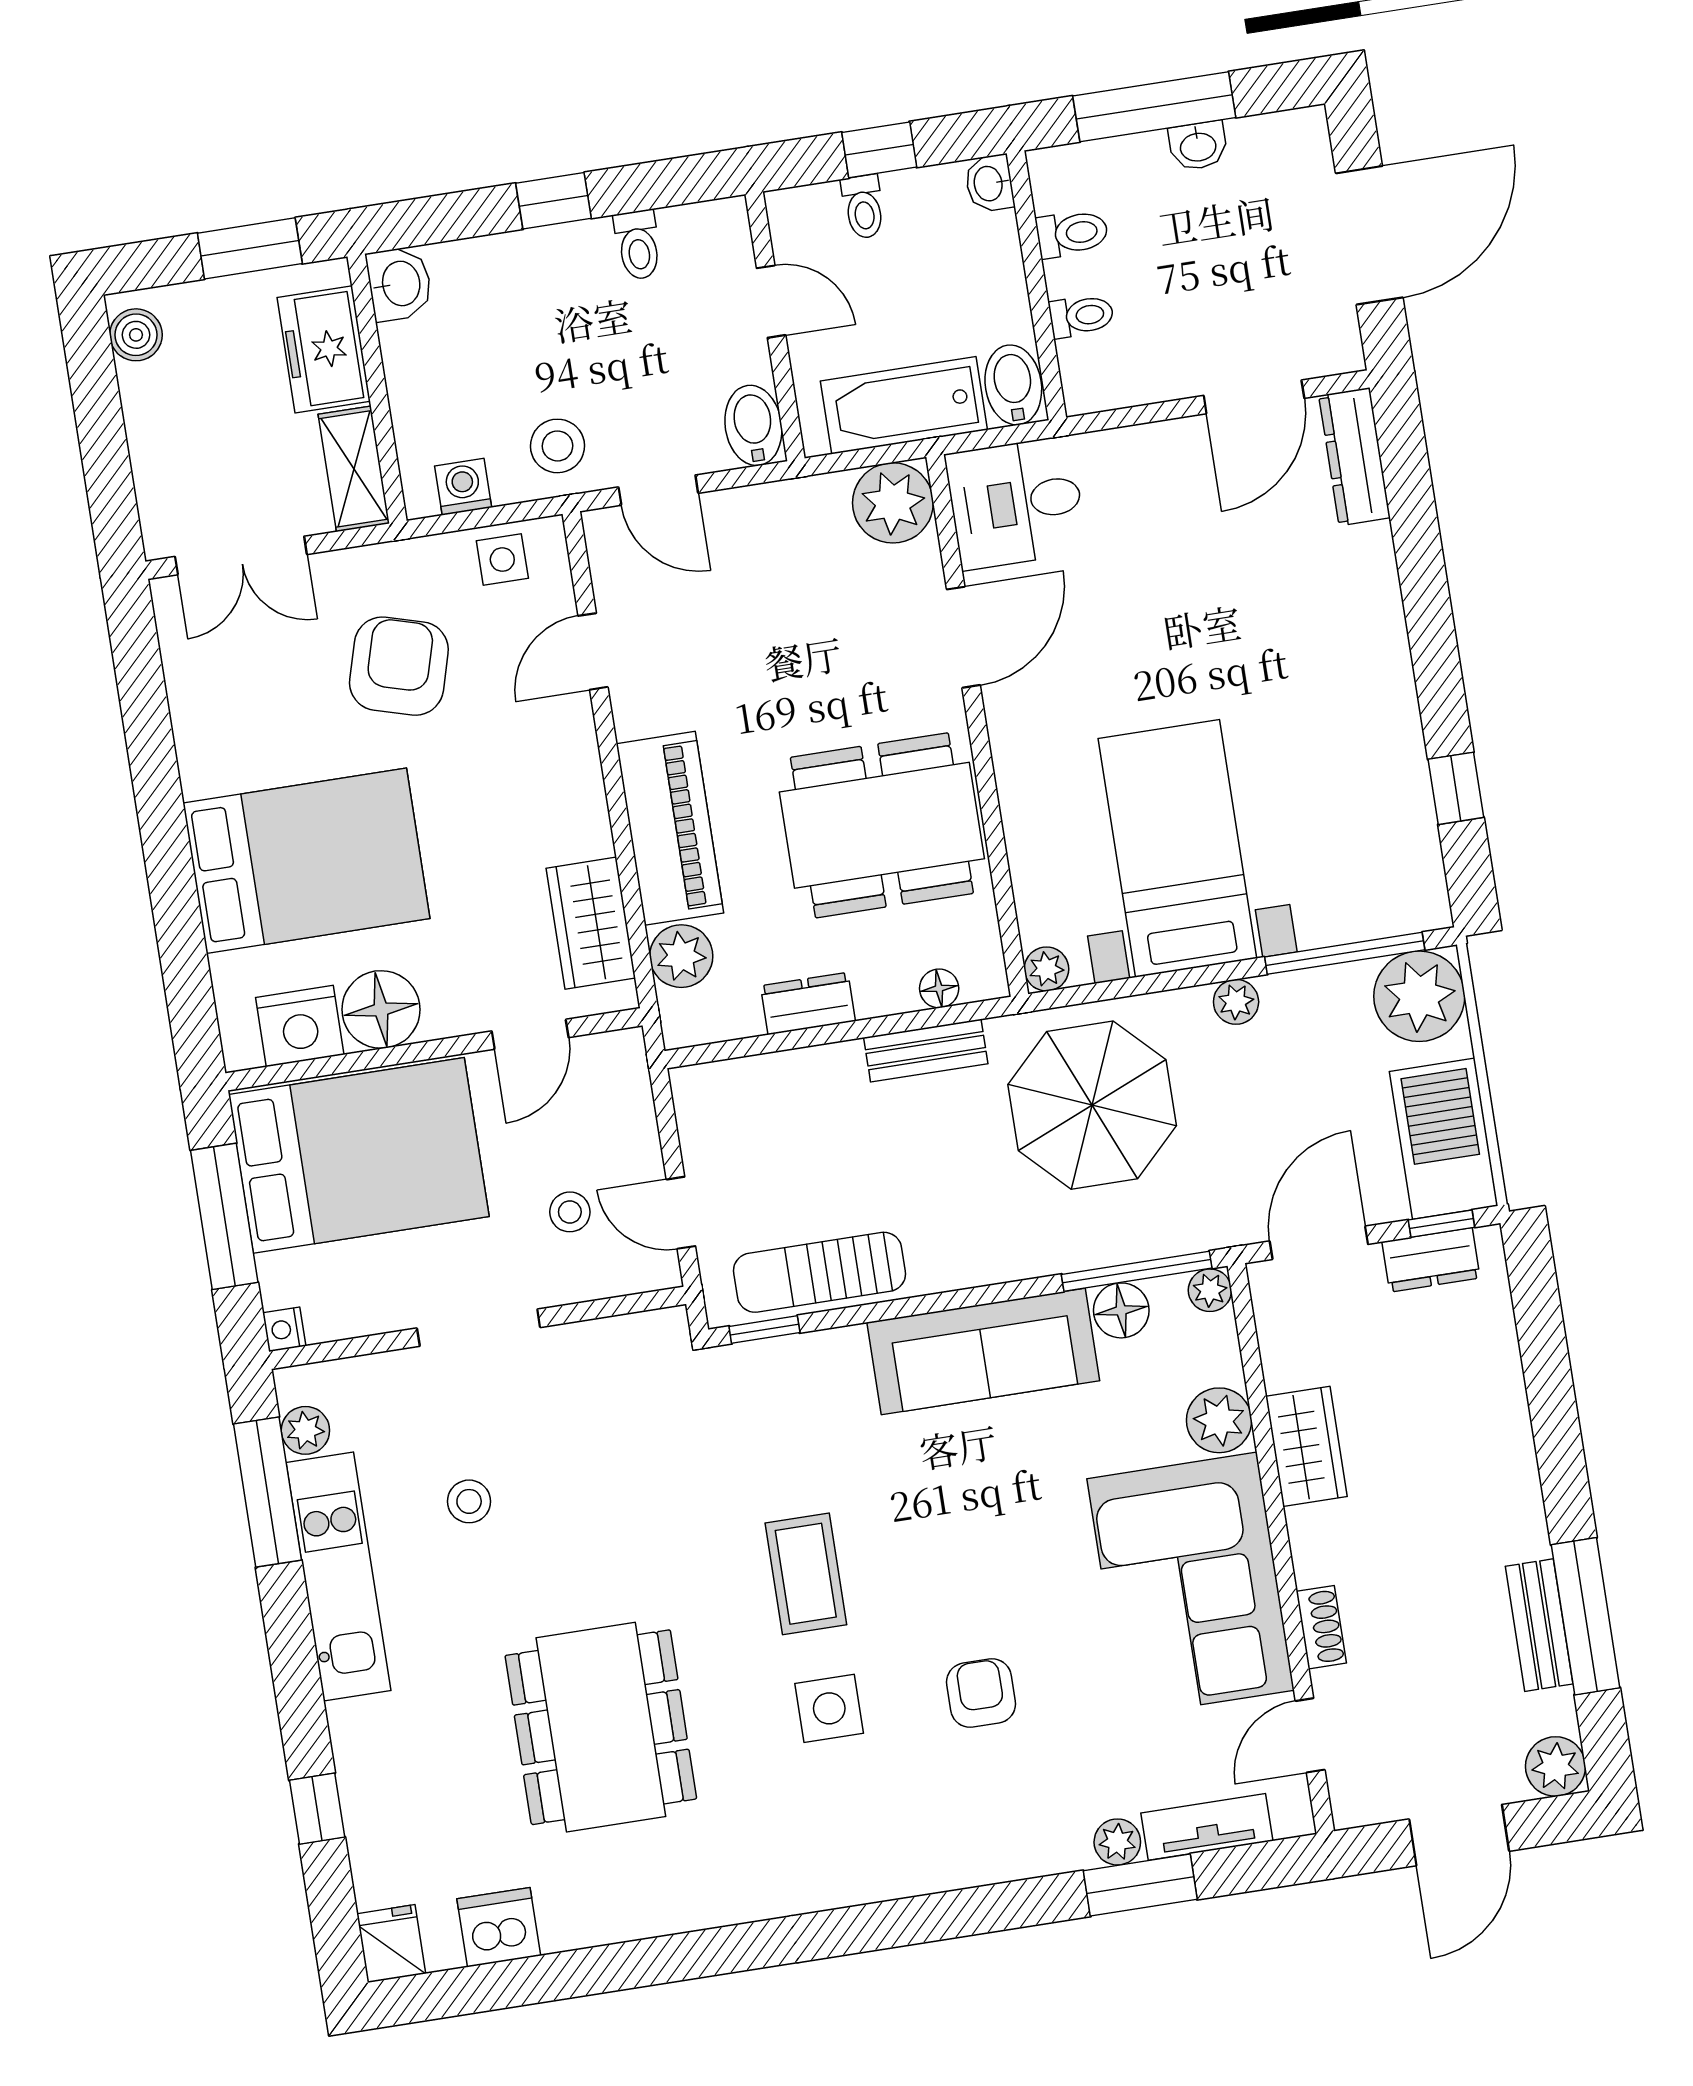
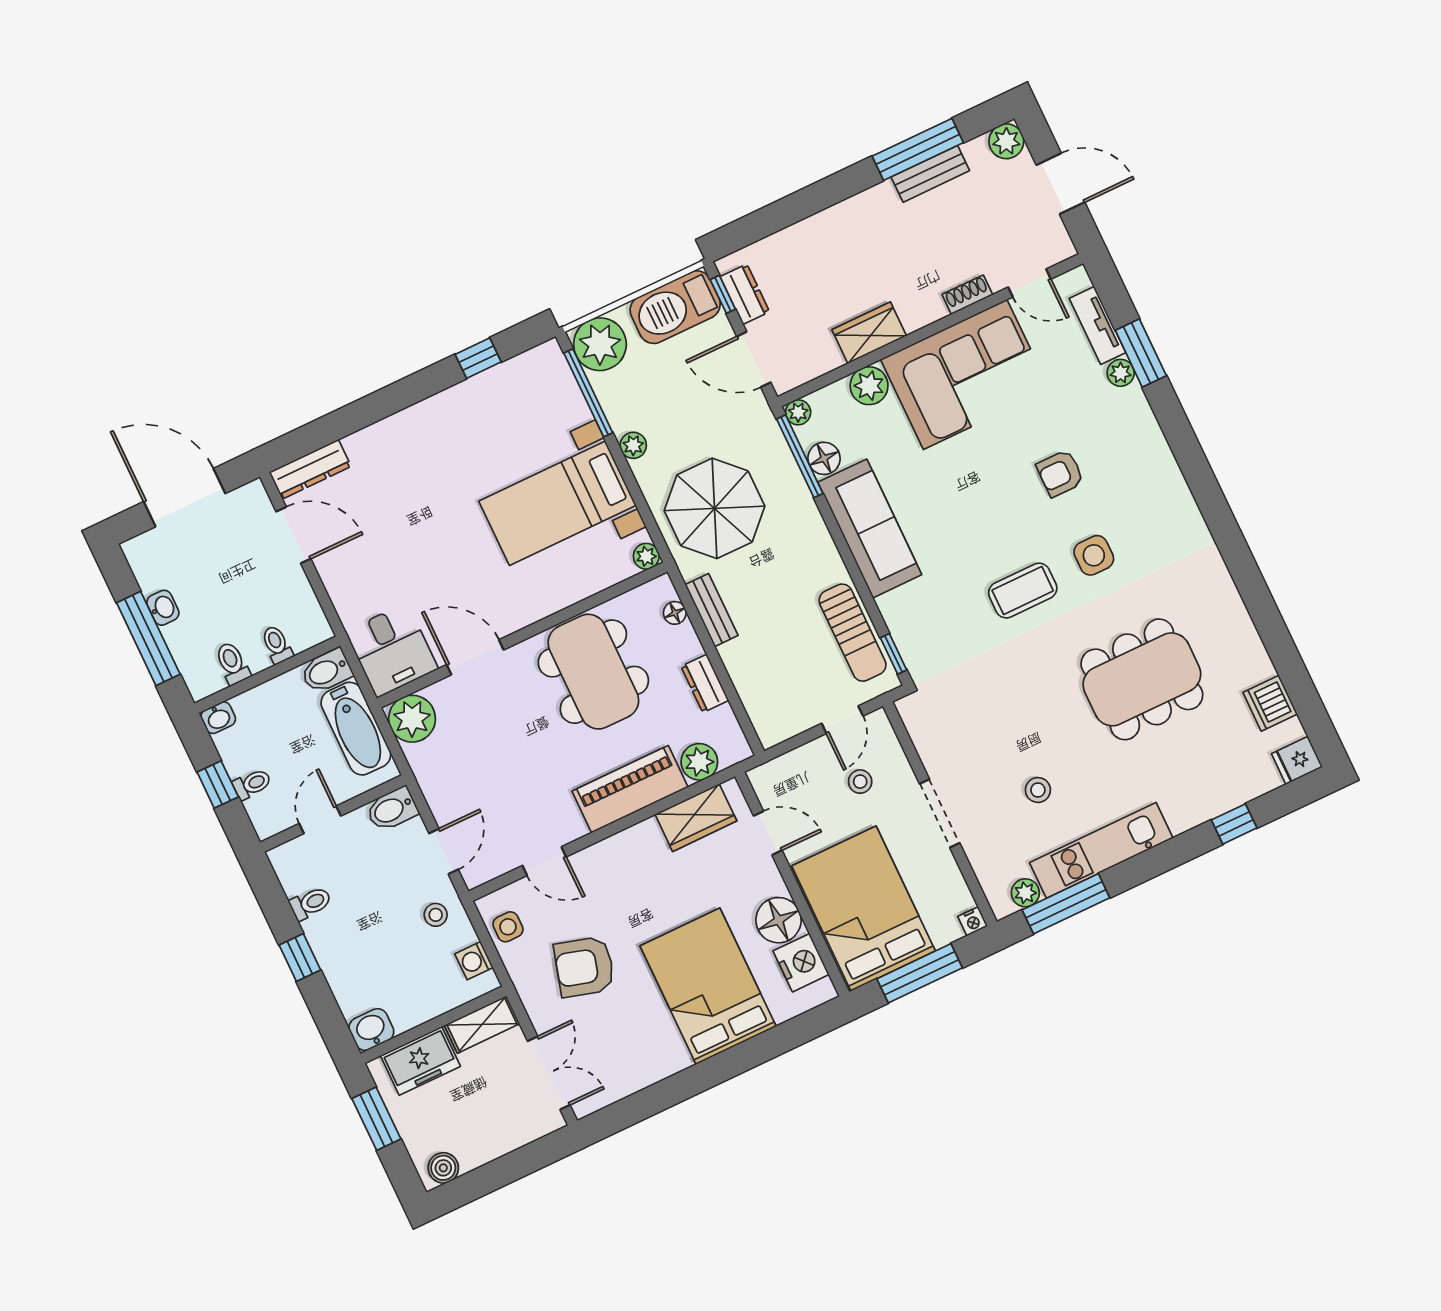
stool: (557, 446) -> (436, 915), width x0.73, depth x0.73

